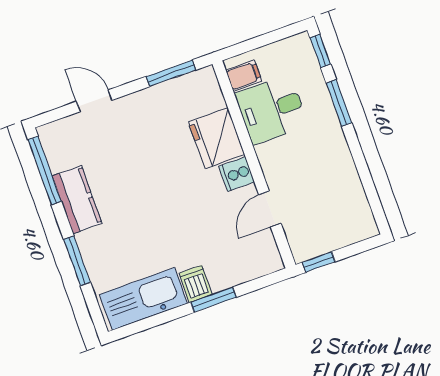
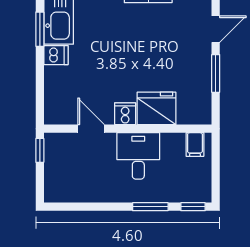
window: (171, 73) -> (216, 73), moved
desk: (272, 110) -> (138, 156), moved
window: (213, 300) -> (40, 29), moved

